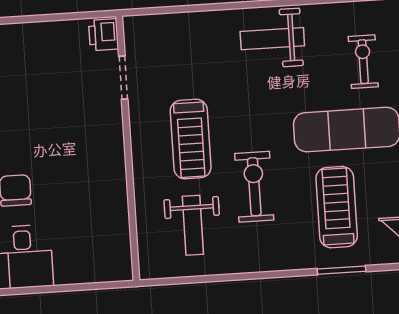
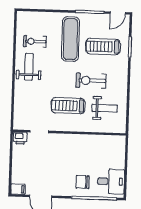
weight bench: (272, 39) -> (29, 67), turned 180
exercise bike: (363, 62) -> (35, 41), moved
treadmill: (191, 139) -> (68, 106), turned 180

